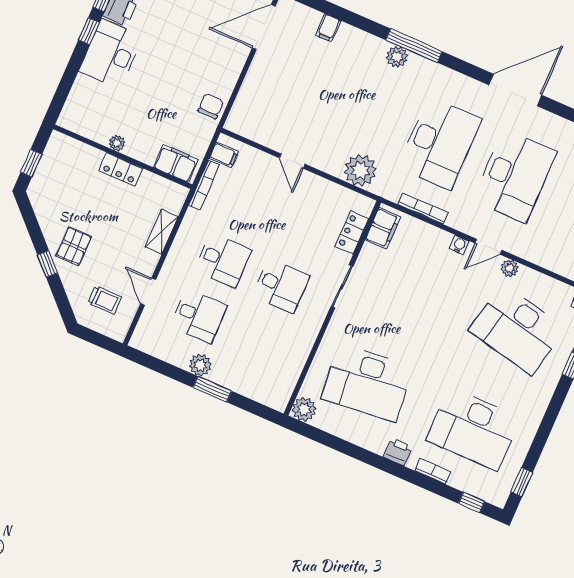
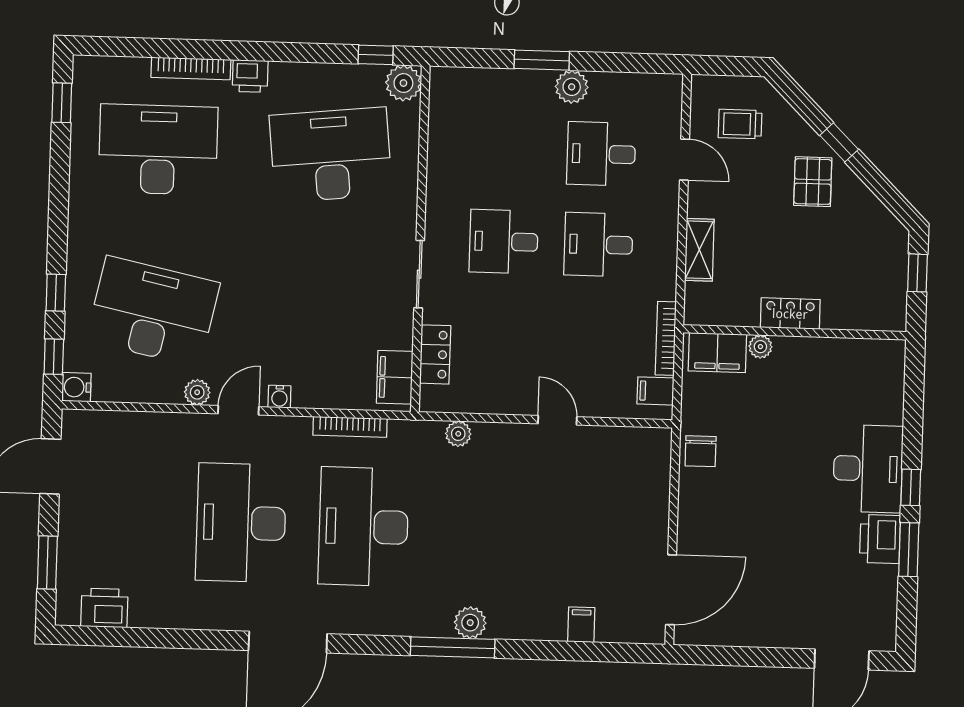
plant: (117, 143) -> (760, 347), moved
plant: (360, 170) -> (458, 434), width x0.53, depth x0.53
bookcase: (433, 471) -> (191, 68), width x1.56
window: (472, 502) -> (376, 55), moved

